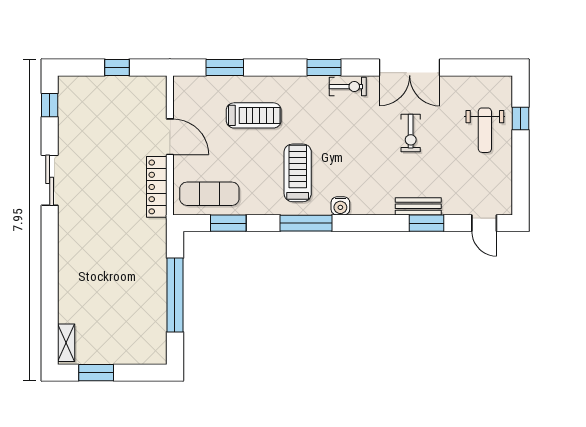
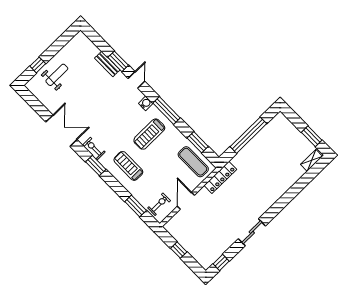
treadmill: (254, 115) -> (128, 166), moved
exercise bike: (411, 133) -> (159, 204), moved
locker: (157, 187) -> (220, 177), moved
bench: (418, 206) -> (107, 64), moved
door: (484, 223) -> (136, 80), moved

